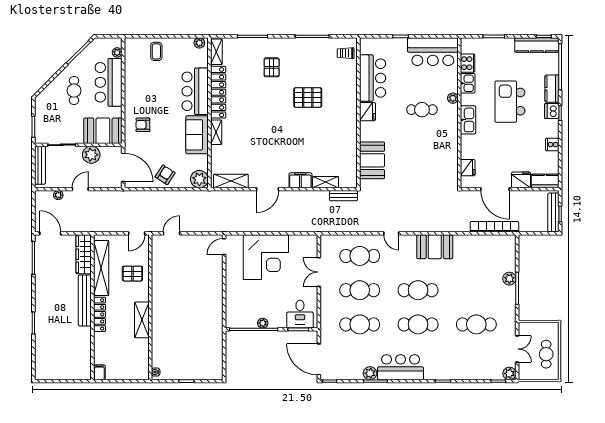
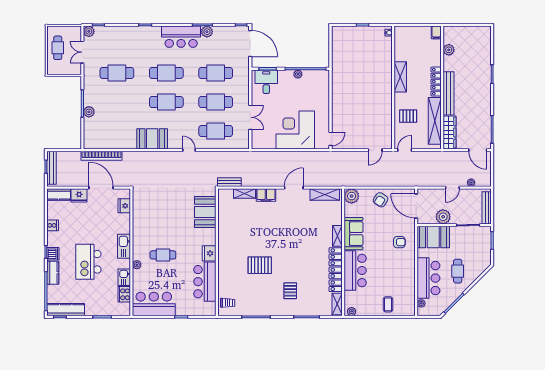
kitchen island: (510, 102) -> (88, 262), turned 180
plant: (85, 352) -> (449, 50), added

